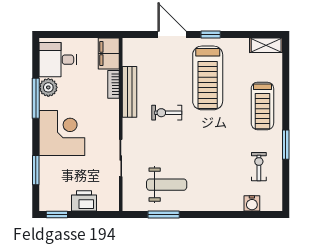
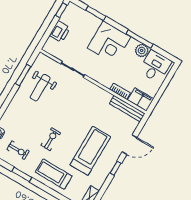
treadmill: (208, 78) -> (90, 151), turned 90
bench: (130, 92) -> (127, 109), moved
exercise bike: (167, 113) -> (51, 139), moved

